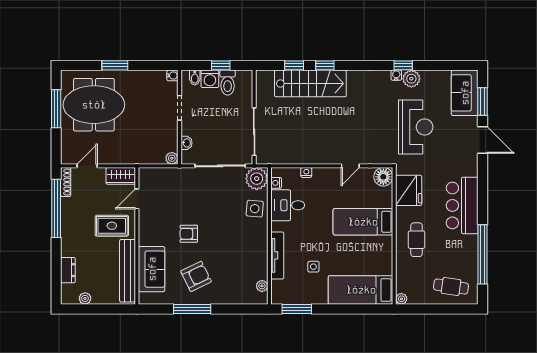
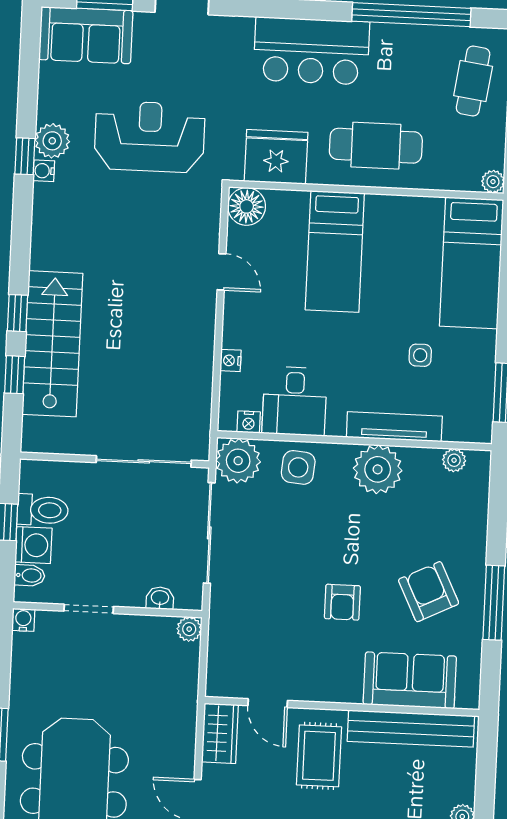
cafe table: (417, 240) -> (376, 146), width x1.37, depth x1.35
plant: (256, 248) -> (378, 469), added

